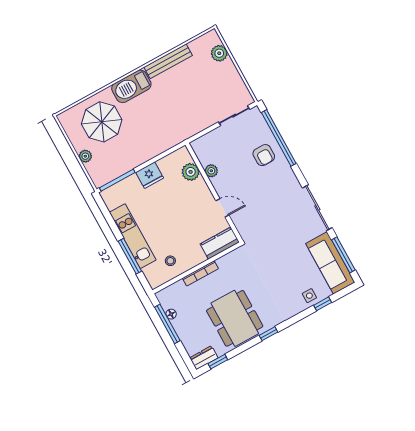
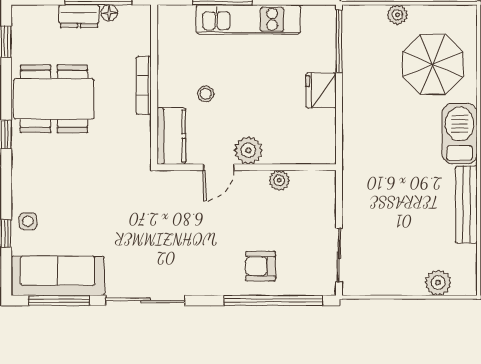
plant: (191, 172) -> (248, 150), moved
stool: (170, 261) -> (206, 94), moved
dresser: (204, 358) -> (79, 16), moved, turned 90

